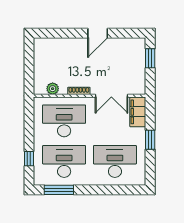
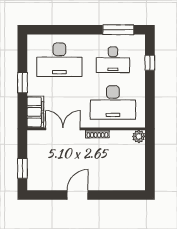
plant: (53, 89) -> (139, 136), moved
desk: (64, 161) -> (113, 60), width x0.73, depth x0.77

